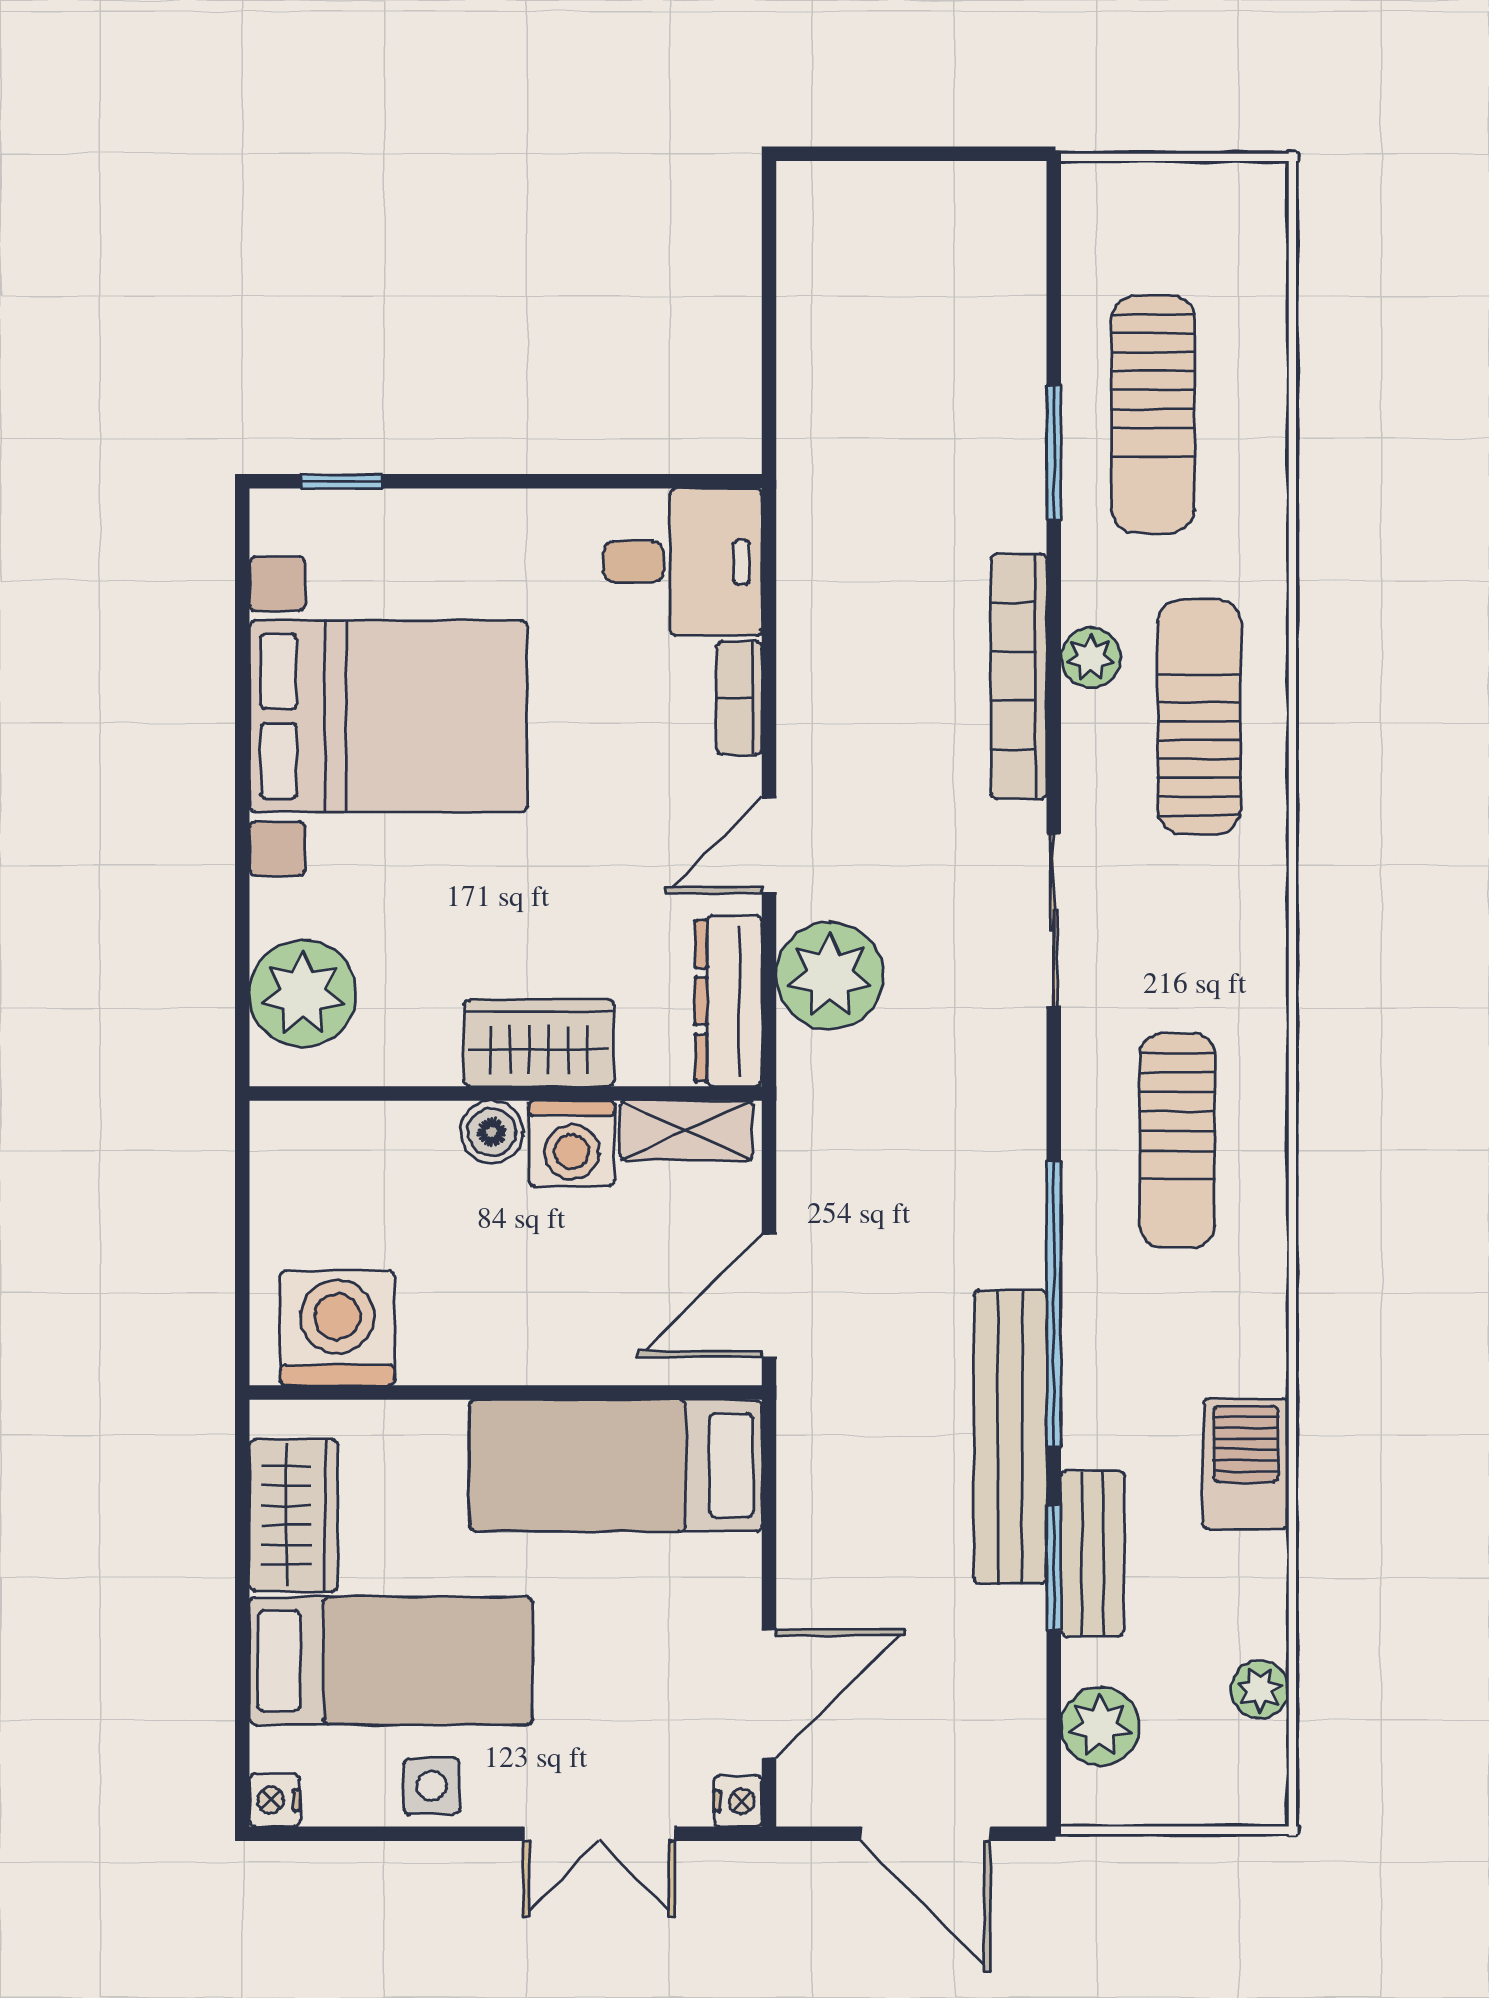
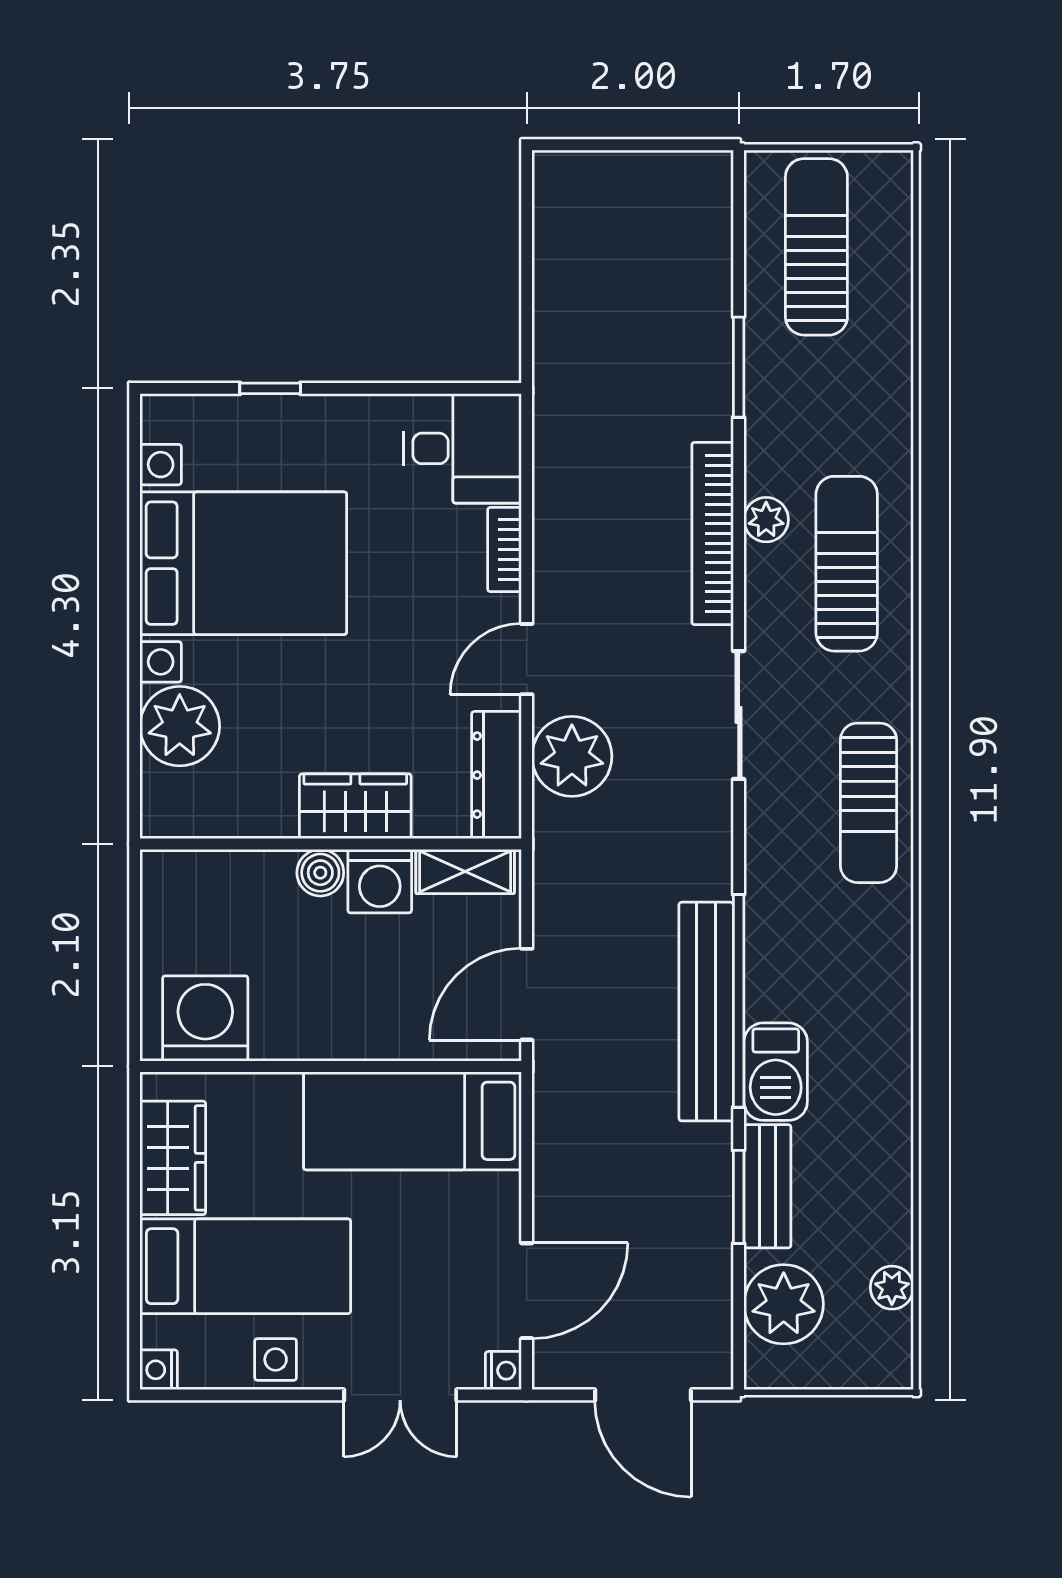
sun lounger: (1153, 414) -> (816, 247), moved, turned 180
window: (342, 481) -> (270, 388), moved
plant: (303, 994) -> (180, 726), moved
sun lounger: (1177, 1140) -> (869, 803), moved
bench: (1010, 1437) -> (706, 1012), moved
barbecue: (1246, 1464) -> (776, 1072), moved, turned 180
plant: (1100, 1726) -> (784, 1304), width x1.36, depth x1.36

